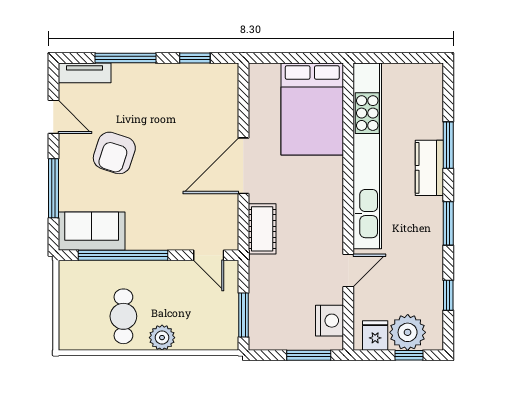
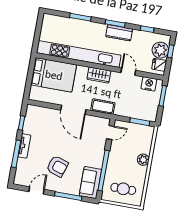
tv unit: (85, 73) -> (24, 146), moved
kitchen counter: (429, 168) -> (119, 33), moved
wardrobe: (329, 208) -> (99, 75), added
cafe table: (123, 316) -> (123, 189), moved

